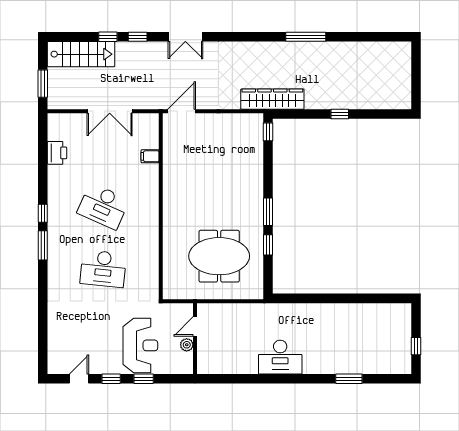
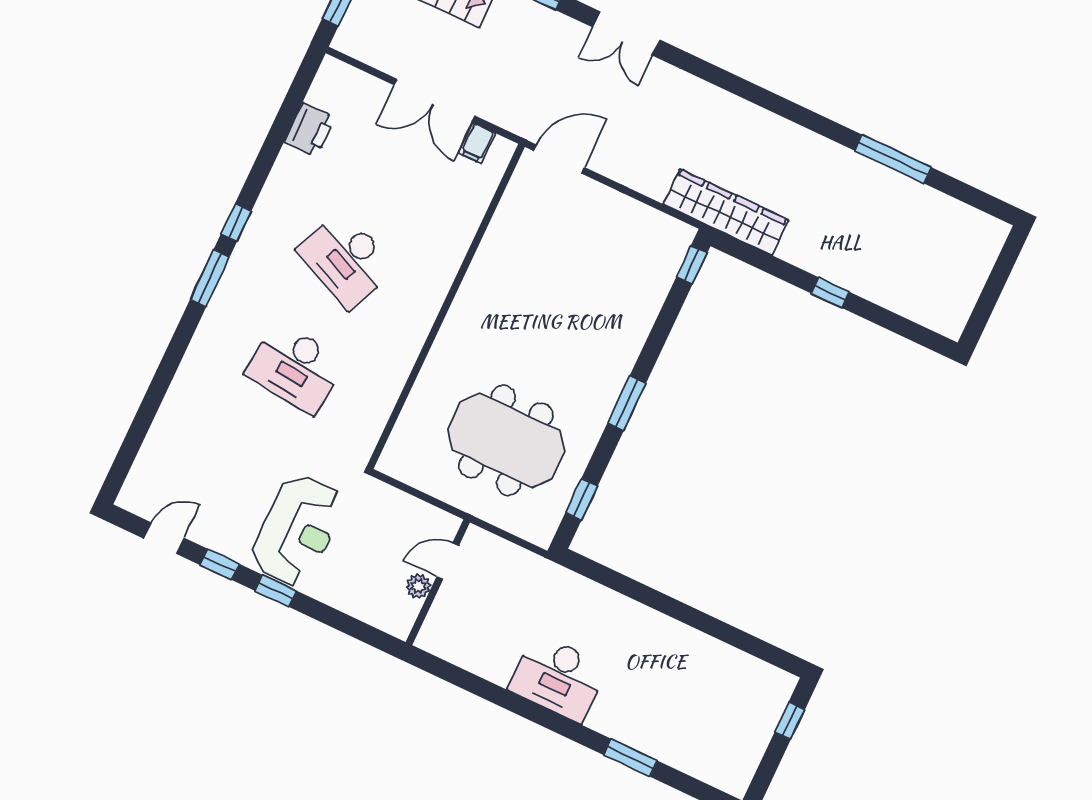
window: (306, 37) -> (893, 159), moved
filing cabinet: (150, 156) -> (477, 143), moved, turned -90
window: (268, 245) -> (581, 499), moved
door: (195, 326) -> (448, 561), moved
wall: (195, 339) -> (438, 582), moved
plant: (187, 345) -> (418, 586), moved
window: (416, 346) -> (790, 721), moved
desk: (280, 357) -> (558, 678), moved

